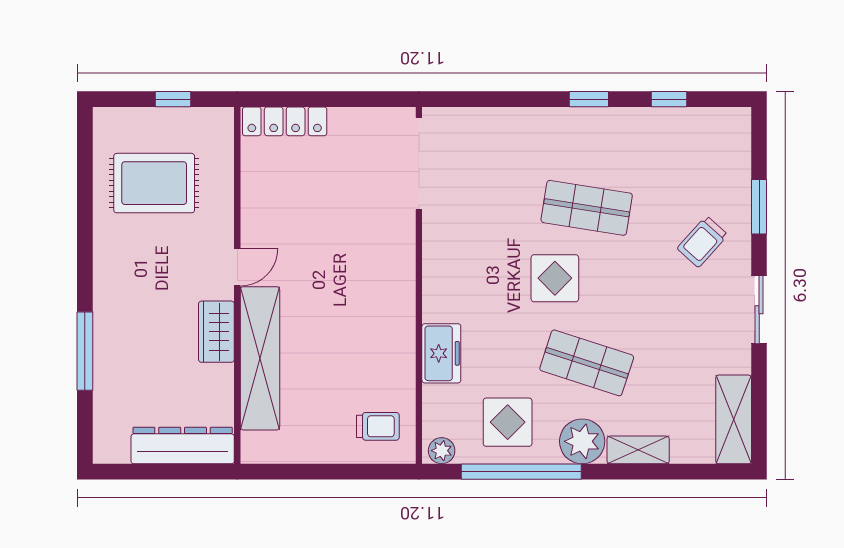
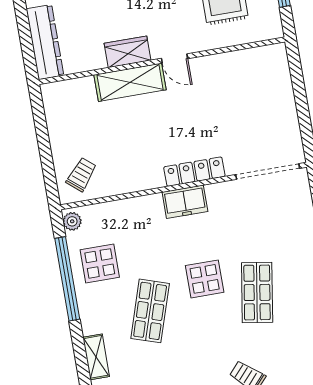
locker: (285, 121) -> (194, 172), moved, turned 90
freezer: (441, 353) -> (185, 202), moved
shelving: (260, 358) -> (130, 82), width x0.68
trolley: (378, 426) -> (81, 174), turned -140
plant: (582, 441) -> (95, 317), removed

